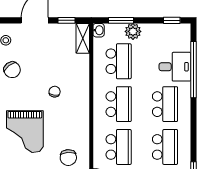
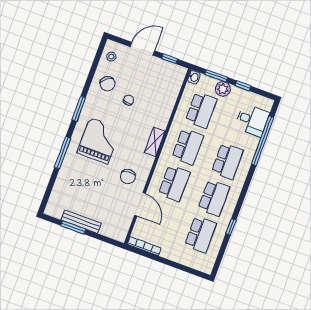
window: (172, 20) -> (243, 86), moved
shelving: (83, 38) -> (155, 142), moved
desk: (175, 67) -> (252, 120), moved
chair: (55, 92) -> (129, 100), moved
grand piano: (25, 132) -> (99, 141), turned 180

